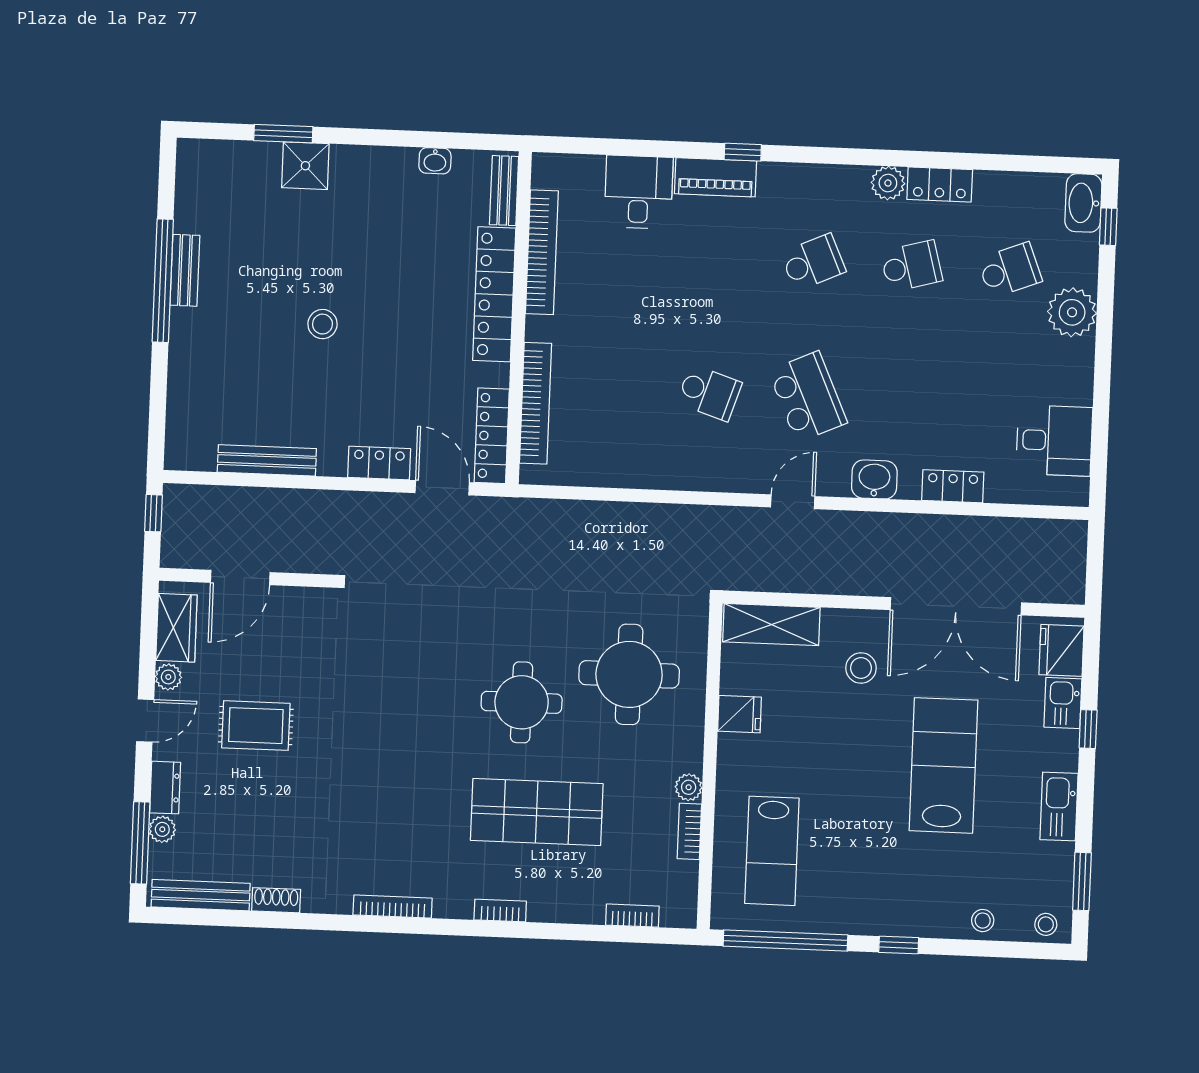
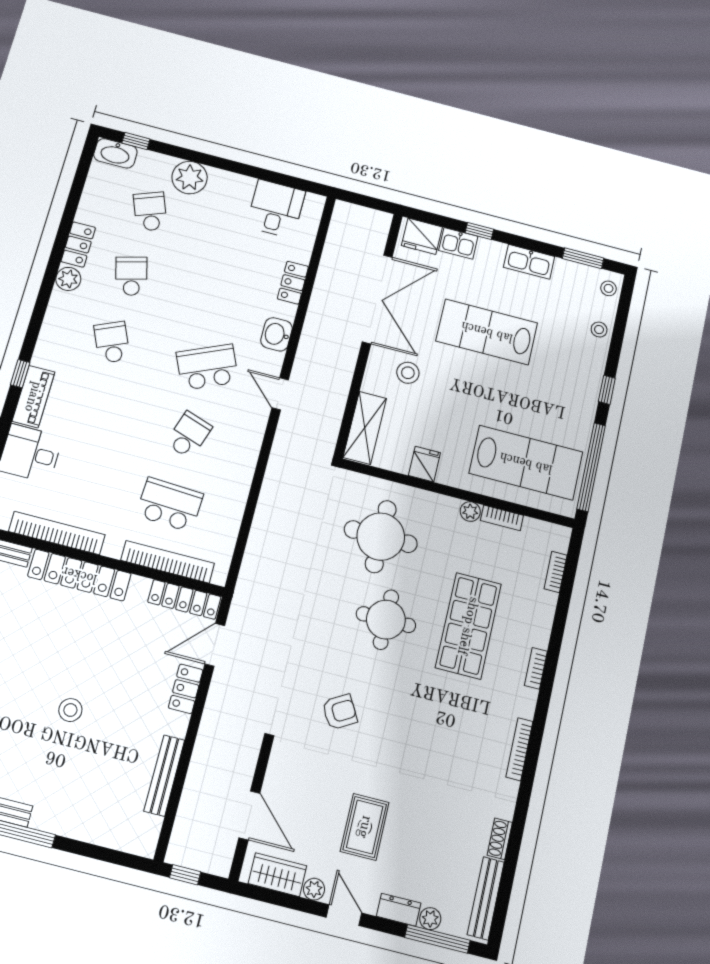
school desk: (611, 389) -> (170, 505), added
armchair: (391, 666) -> (340, 712), added
lab bench: (772, 851) -> (526, 463), width x1.36, depth x1.39

